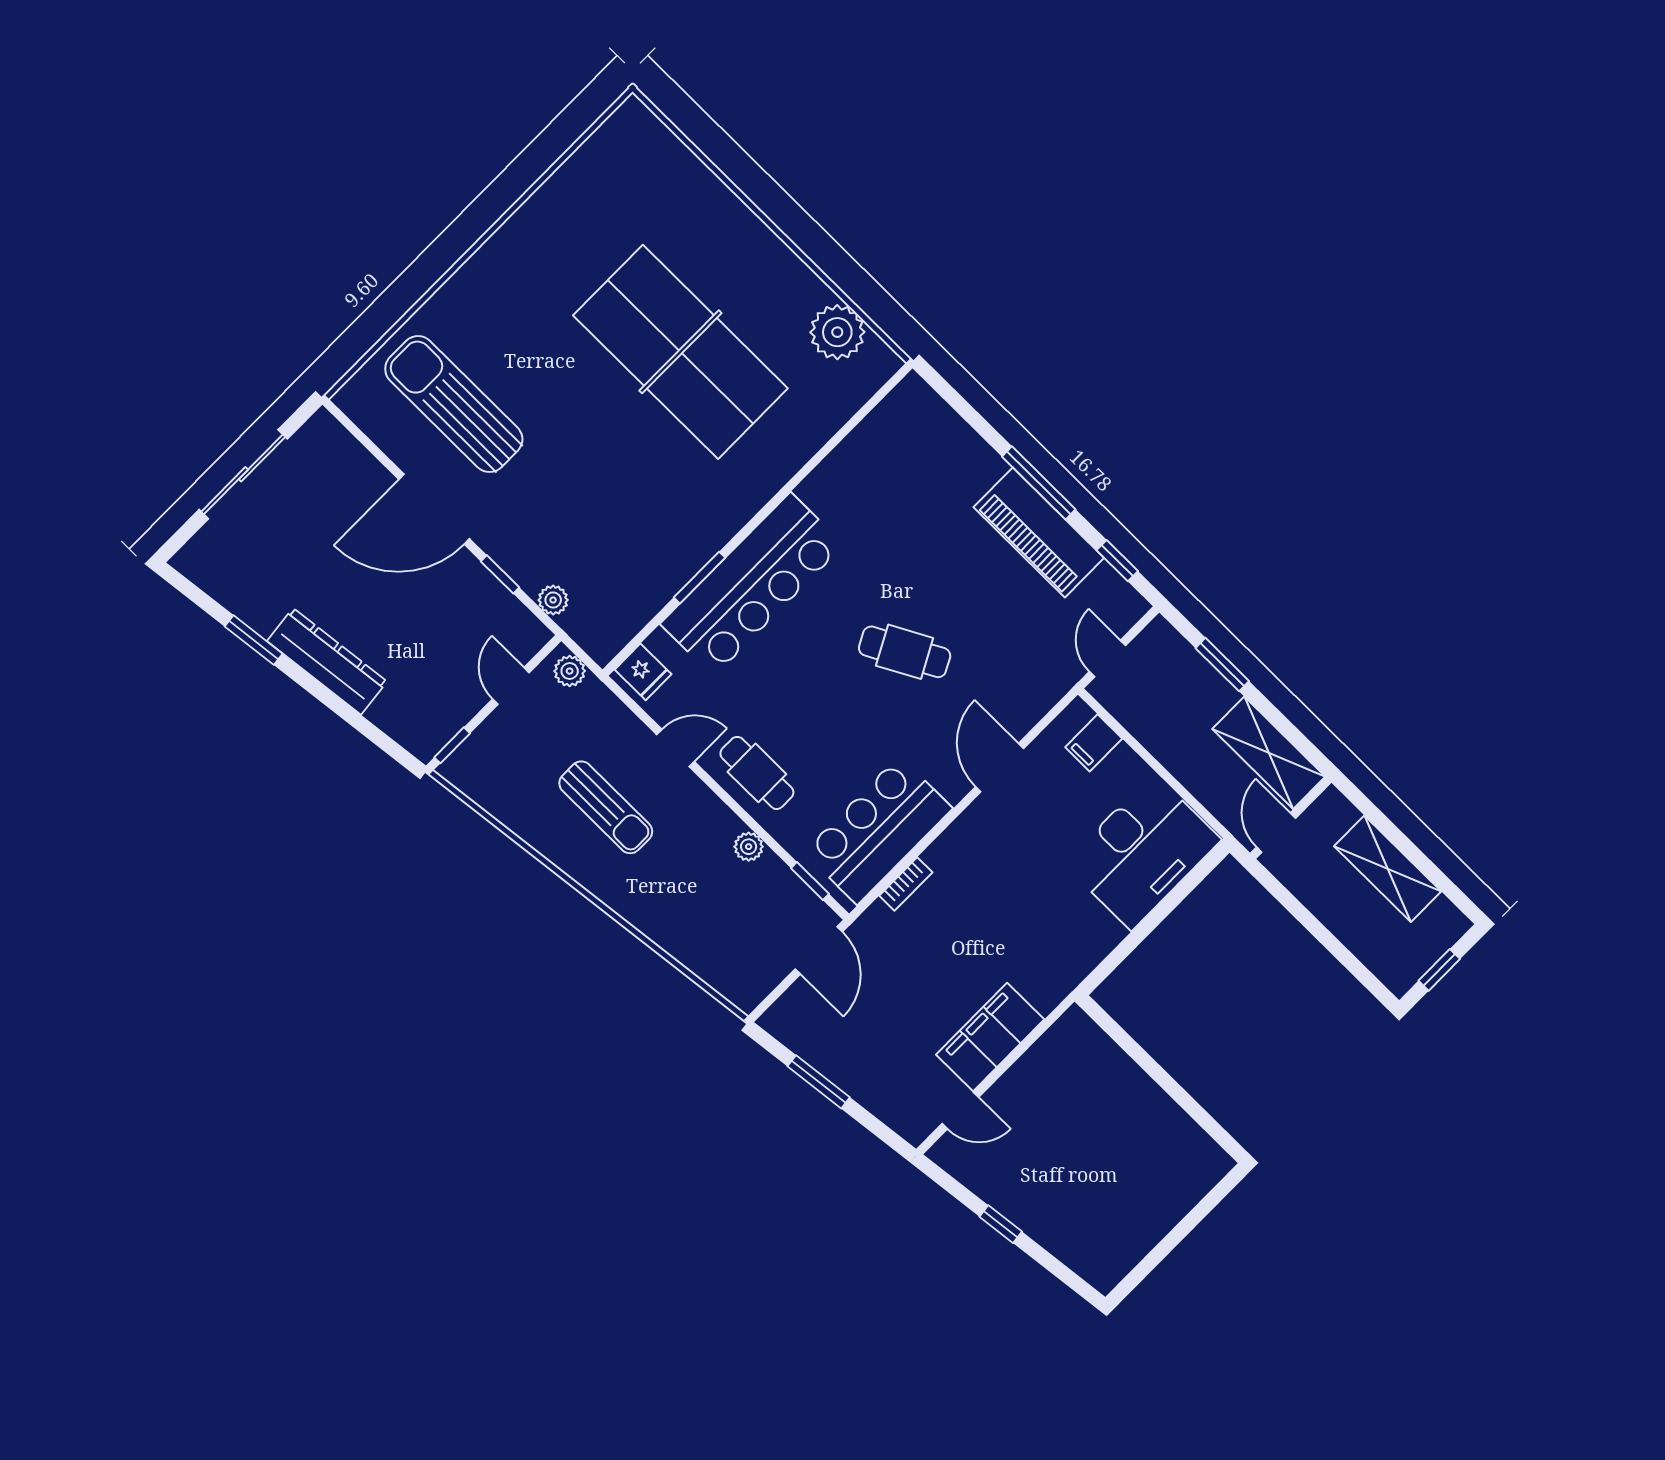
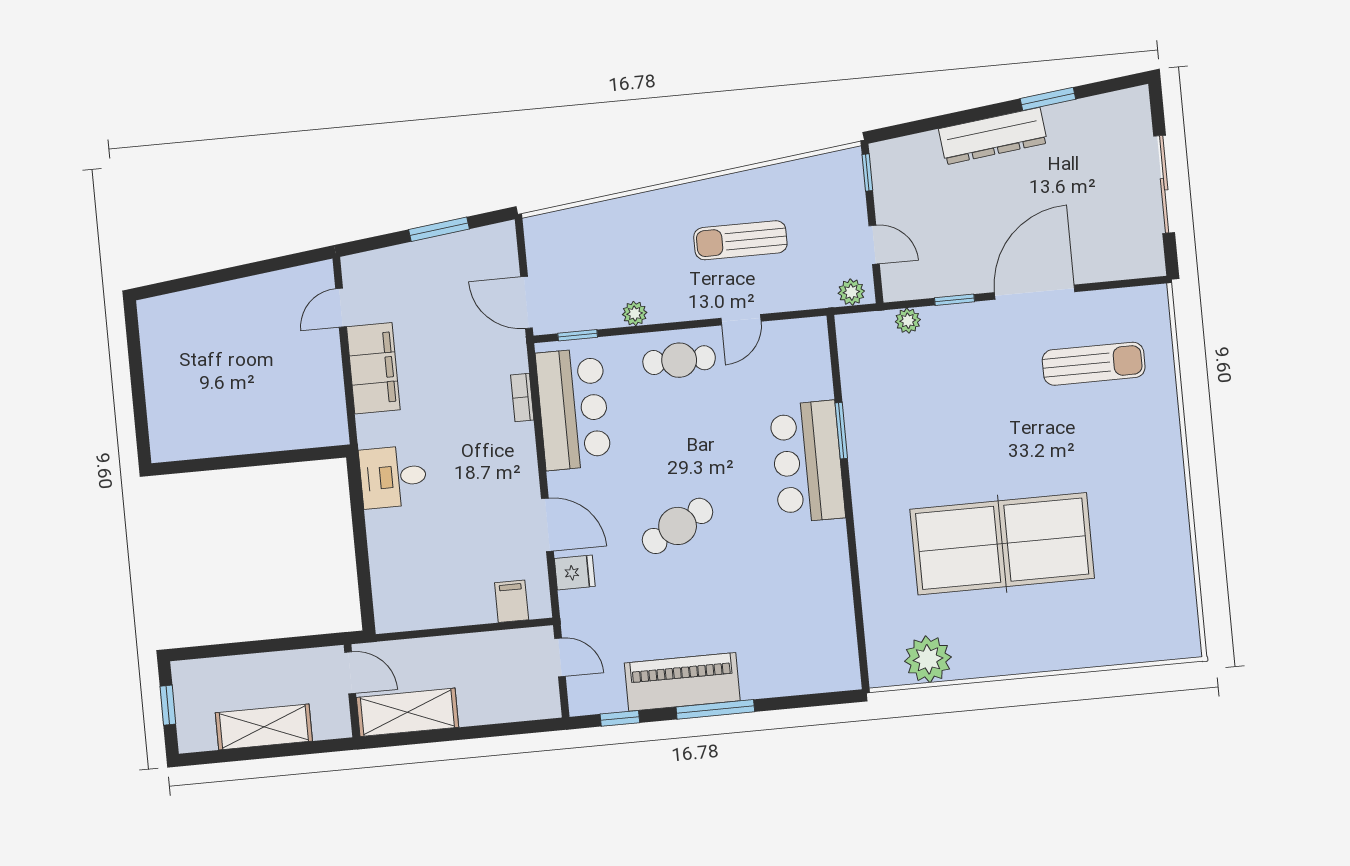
sun lounger: (454, 404) -> (1094, 364), width x0.73, depth x0.75
bar counter: (752, 585) -> (807, 462), width x0.73
window: (1222, 665) -> (492, 731), removed
fridge: (643, 672) -> (575, 572), moved, turned 180
desk: (1142, 852) -> (393, 477), moved, width x0.53, depth x0.77
window: (1001, 1224) -> (243, 271), removed

